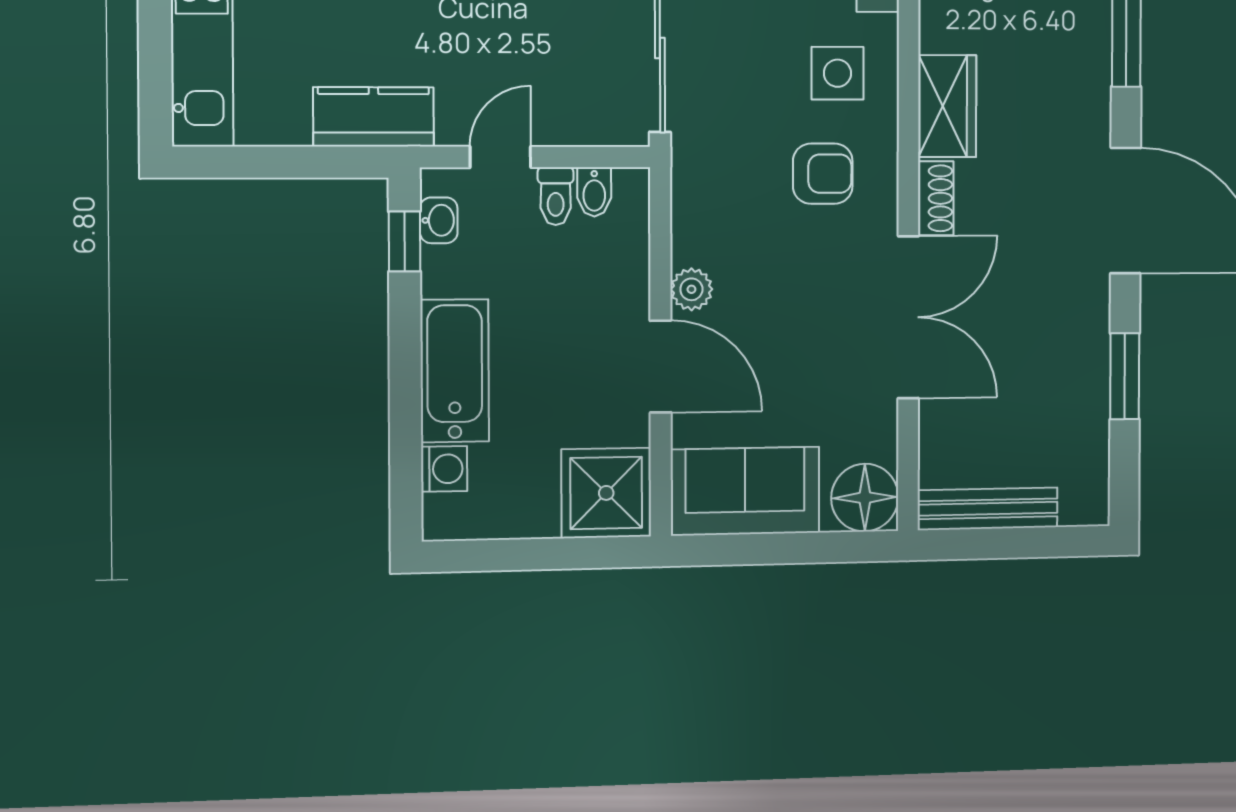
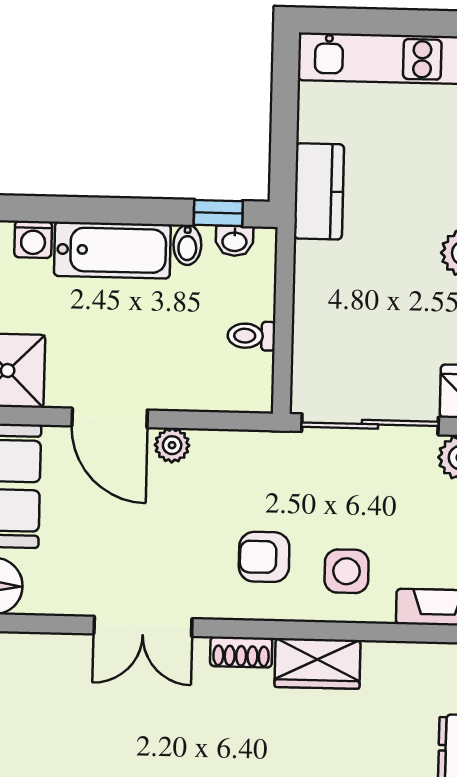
door: (500, 157) -> (284, 292), removed
armchair: (823, 174) -> (264, 557), turned 90
bidet: (594, 192) -> (187, 245), moved, turned -90
double door: (908, 317) -> (143, 626), width x0.73
door: (660, 366) -> (110, 418), hinge flipped

